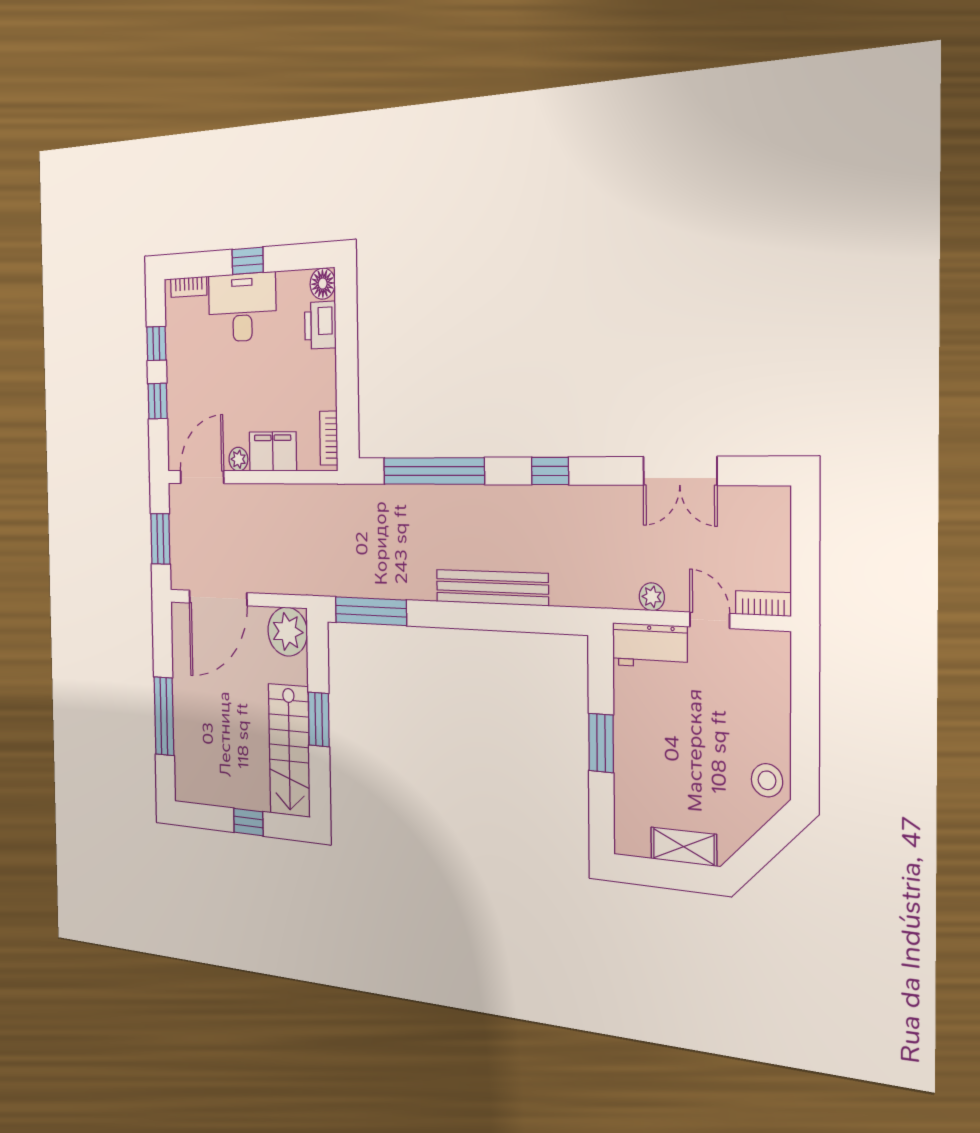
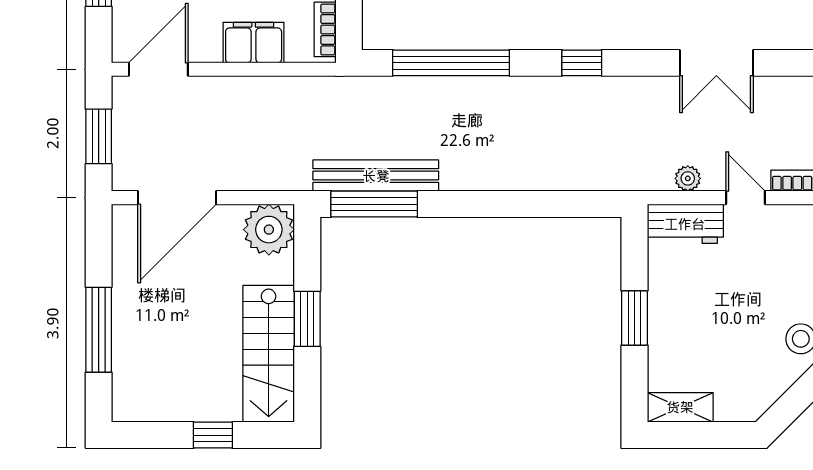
plant: (238, 459) -> (208, 50), removed
bench: (492, 588) -> (376, 176), moved
shelving: (684, 847) -> (680, 407), moved

